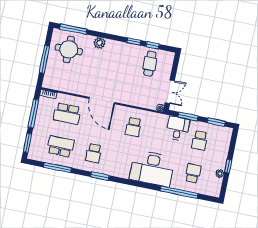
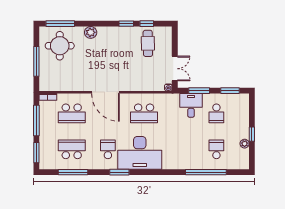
school desk: (133, 127) -> (144, 113), width x1.85
school desk: (94, 153) -> (108, 149), turned 180
desk: (152, 168) -> (140, 153), moved

